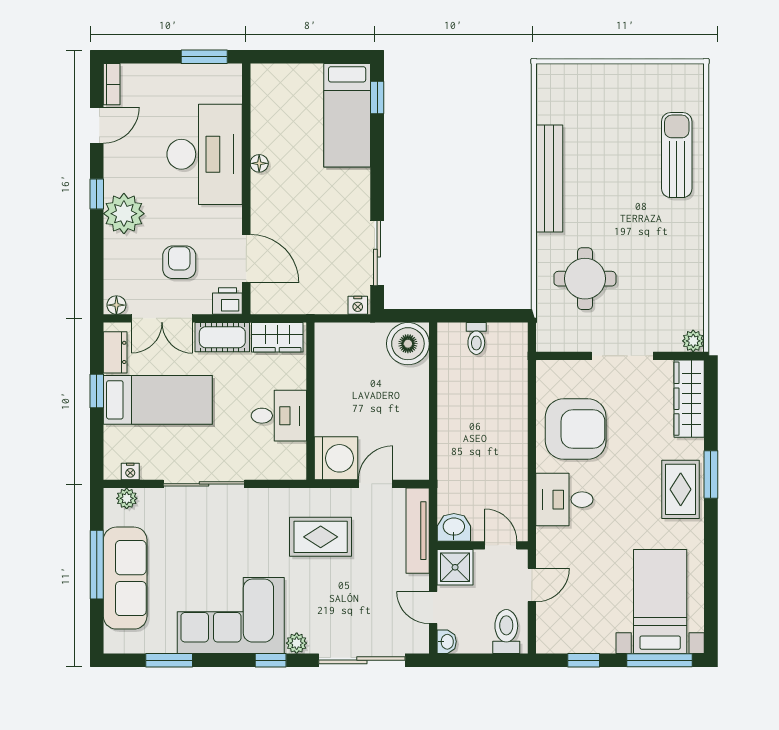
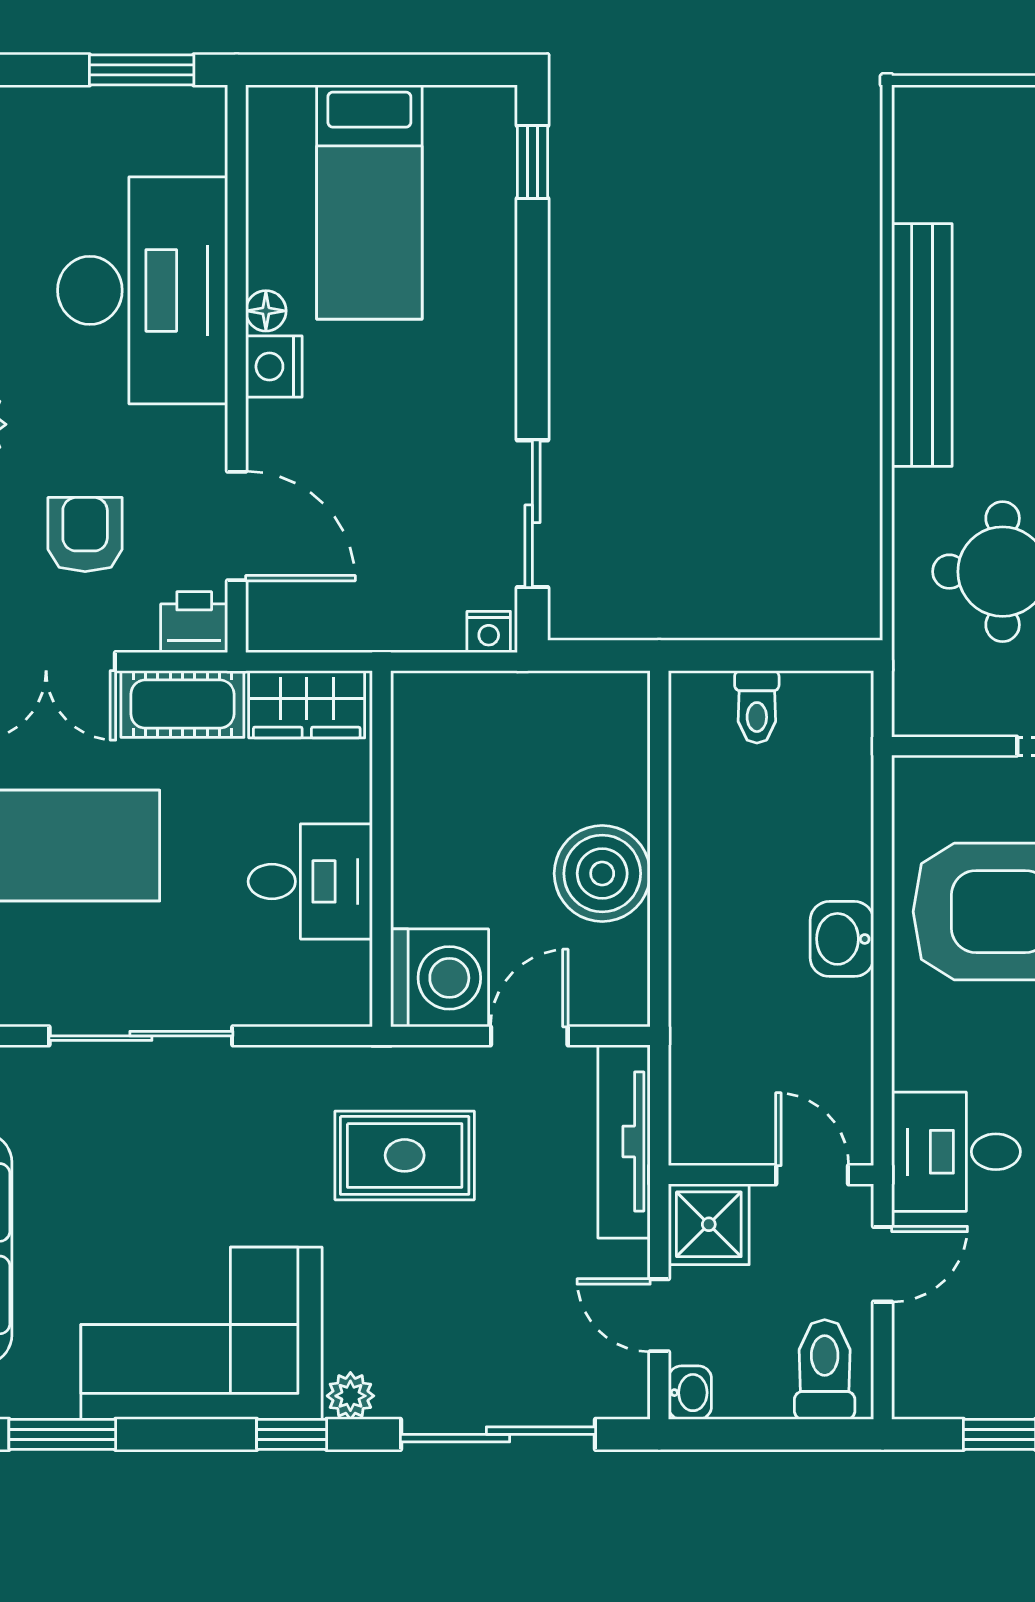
bed: (347, 115) -> (369, 202), moved
nightstand: (263, 188) -> (274, 367), added
boiler: (408, 344) -> (602, 873), moved
desk: (564, 500) -> (956, 1152), moved
washbasin: (454, 527) -> (842, 939), moved, turned -90

